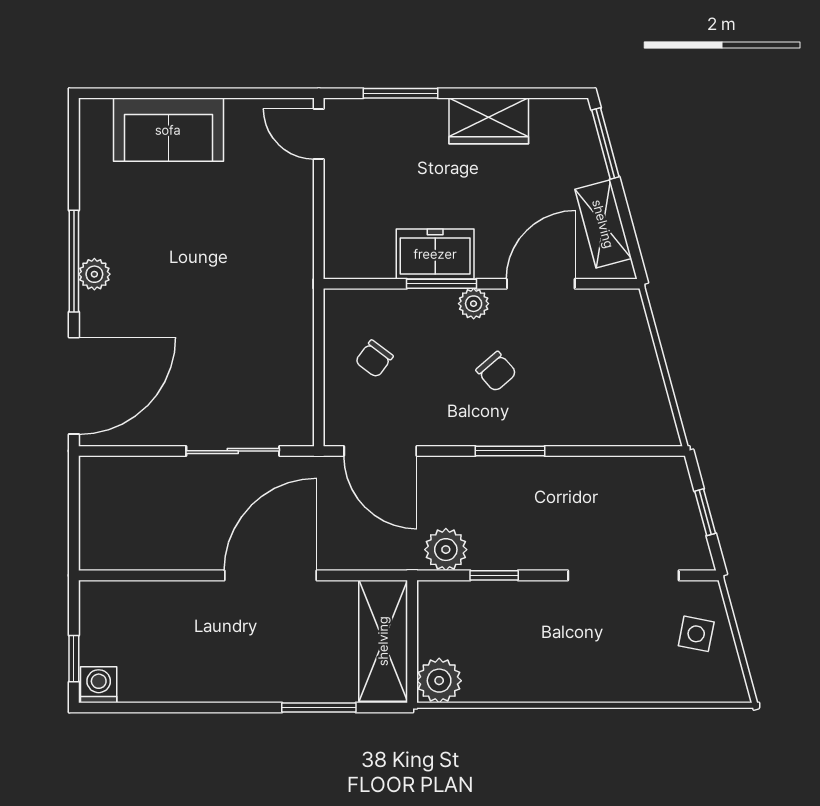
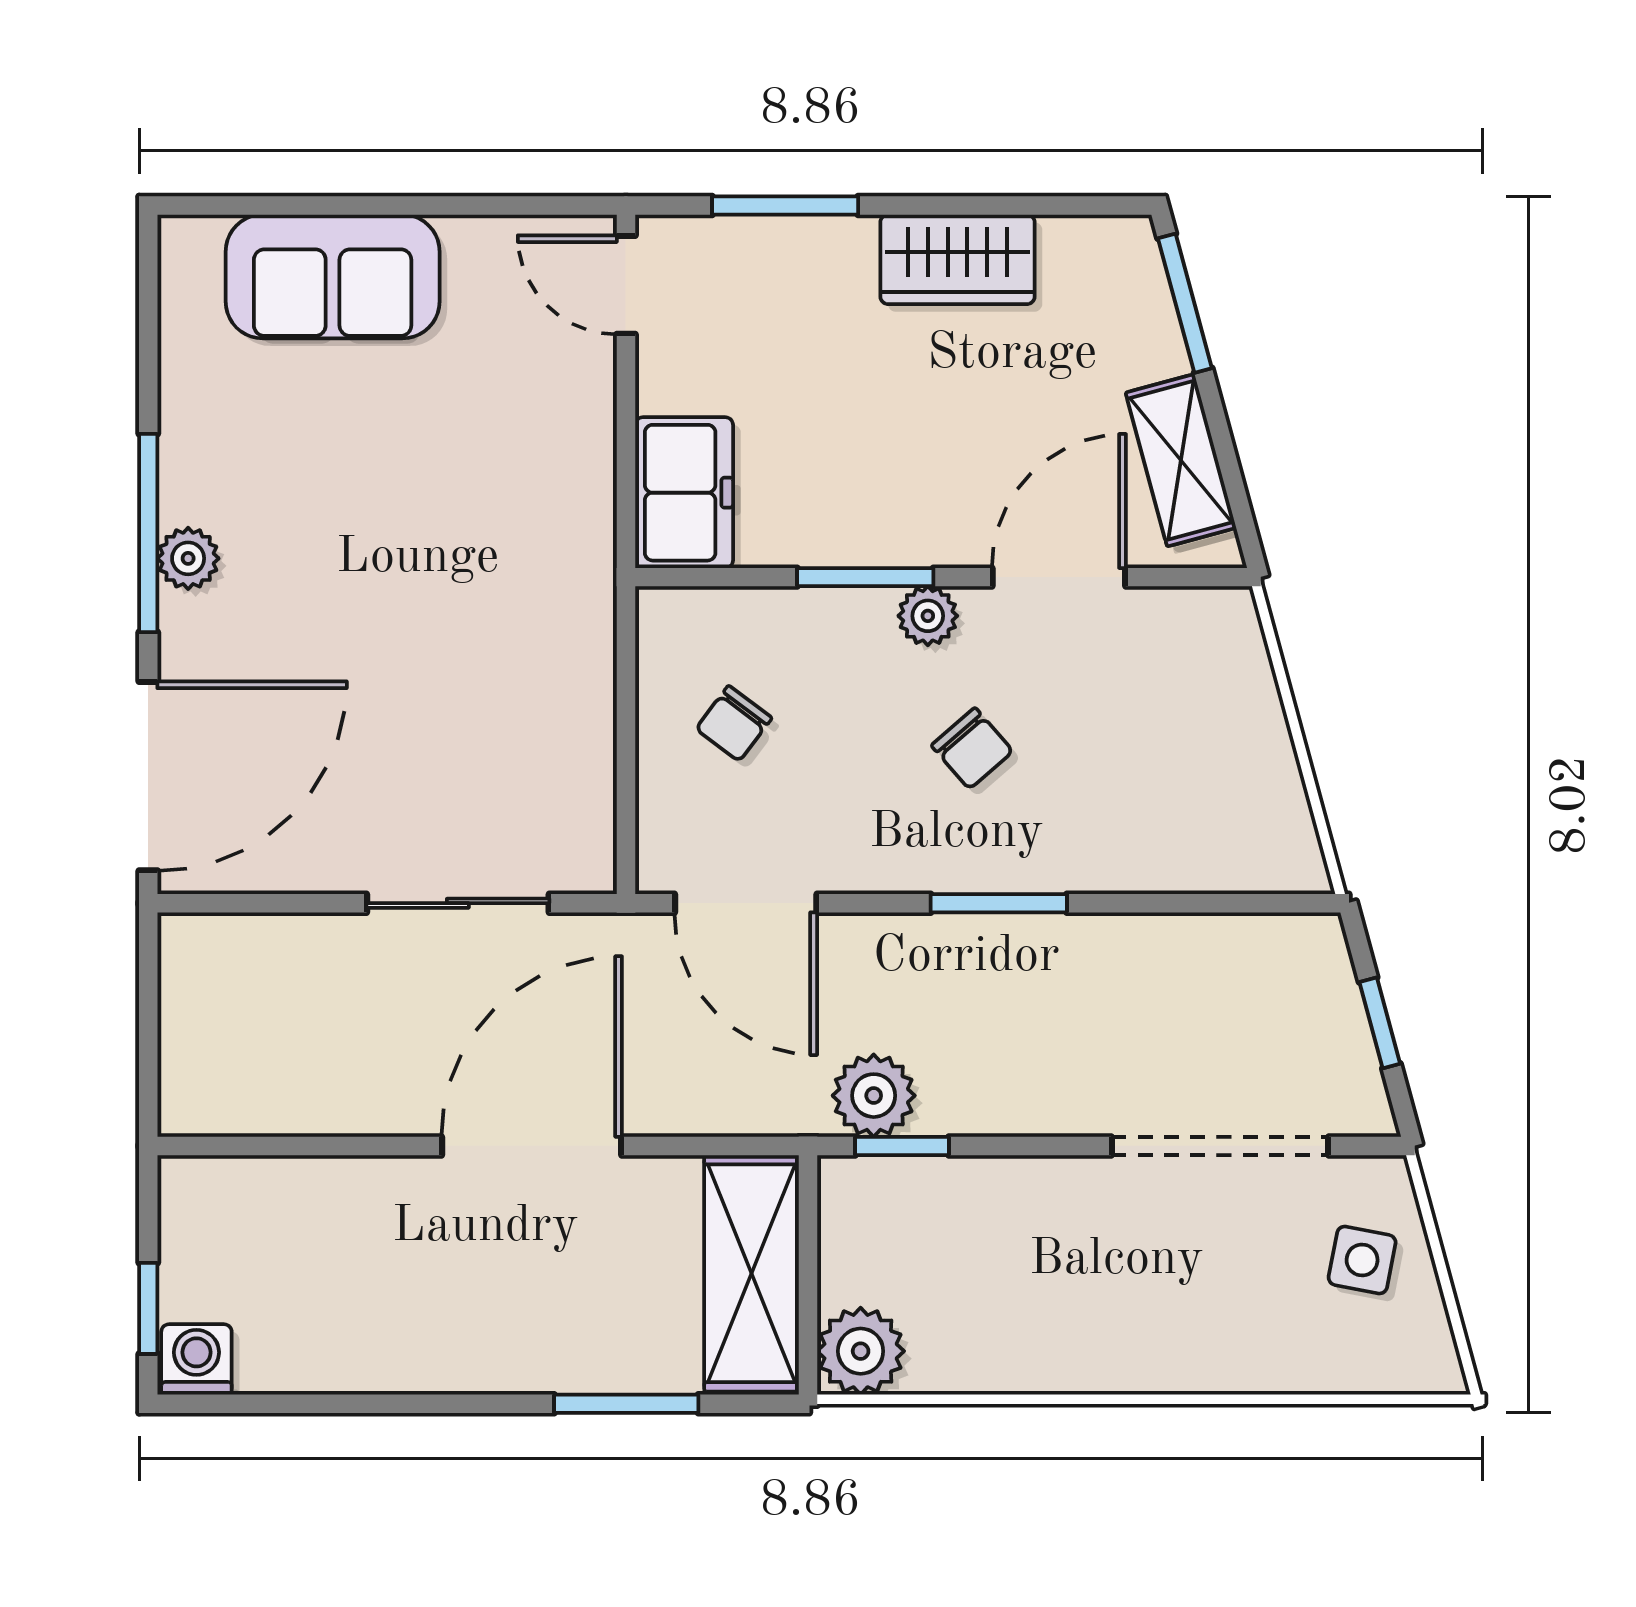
freezer: (435, 254) -> (684, 493), moved, turned 90
window: (494, 575) -> (902, 1146), moved

